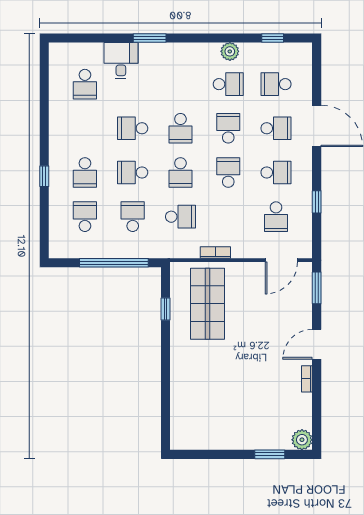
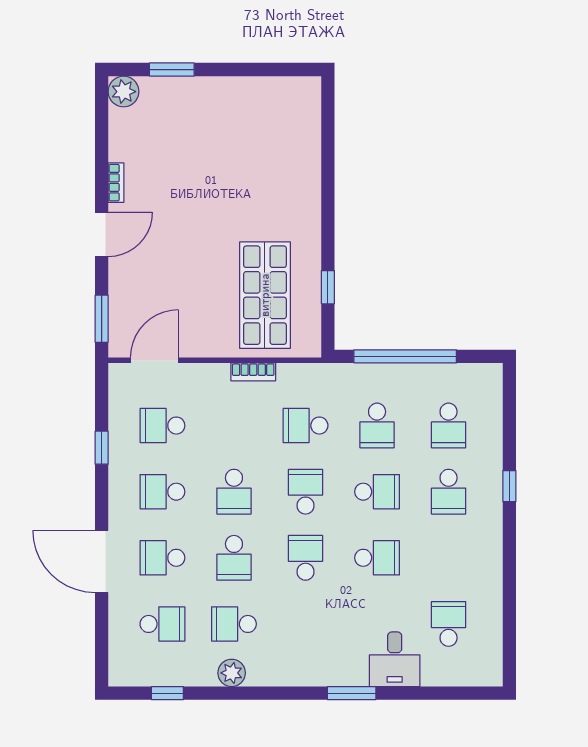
school desk: (85, 172) -> (449, 492), turned 180
school desk: (276, 217) -> (162, 426), turned -90

